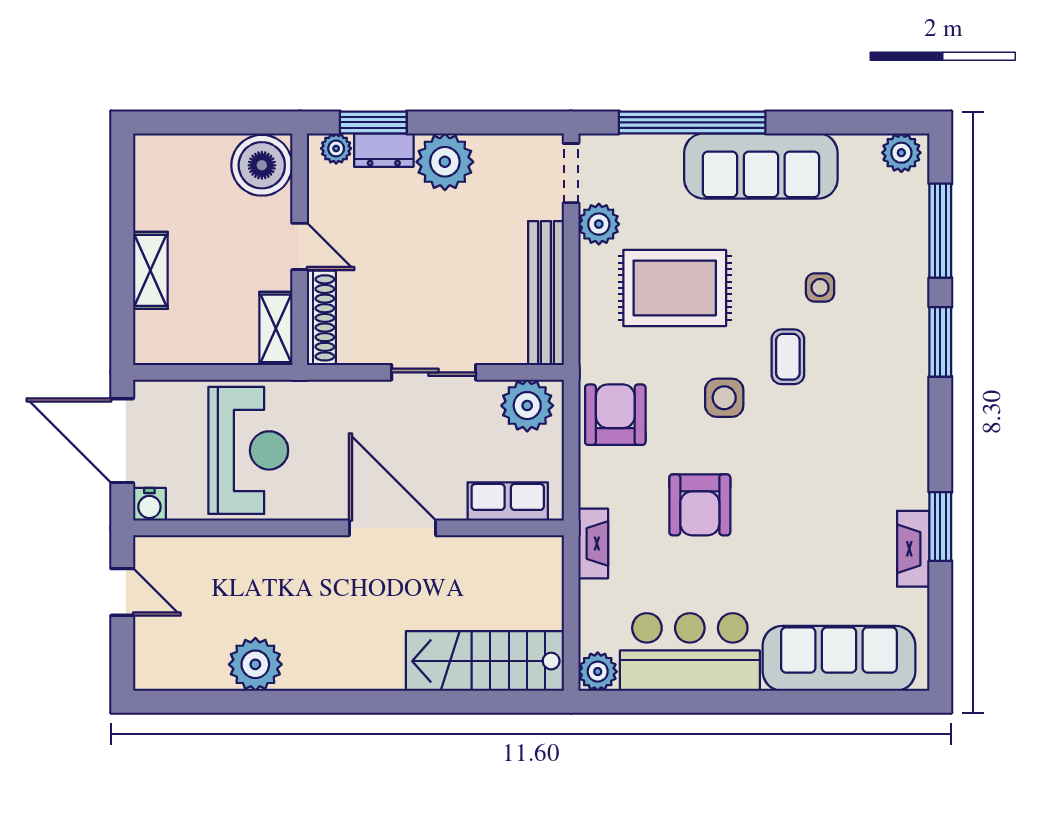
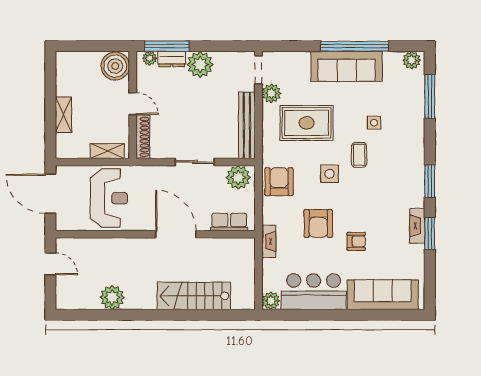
window: (373, 122) -> (167, 46), width x1.44
window: (692, 122) -> (355, 46), moved
shelving: (276, 328) -> (107, 151), moved, turned 90
window: (940, 342) -> (430, 181), moved
water cooler: (149, 504) -> (63, 223), removed
armchair: (782, 543) -> (356, 241), added
fireplace: (913, 549) -> (417, 226), moved
stairs: (485, 661) -> (194, 296), moved

